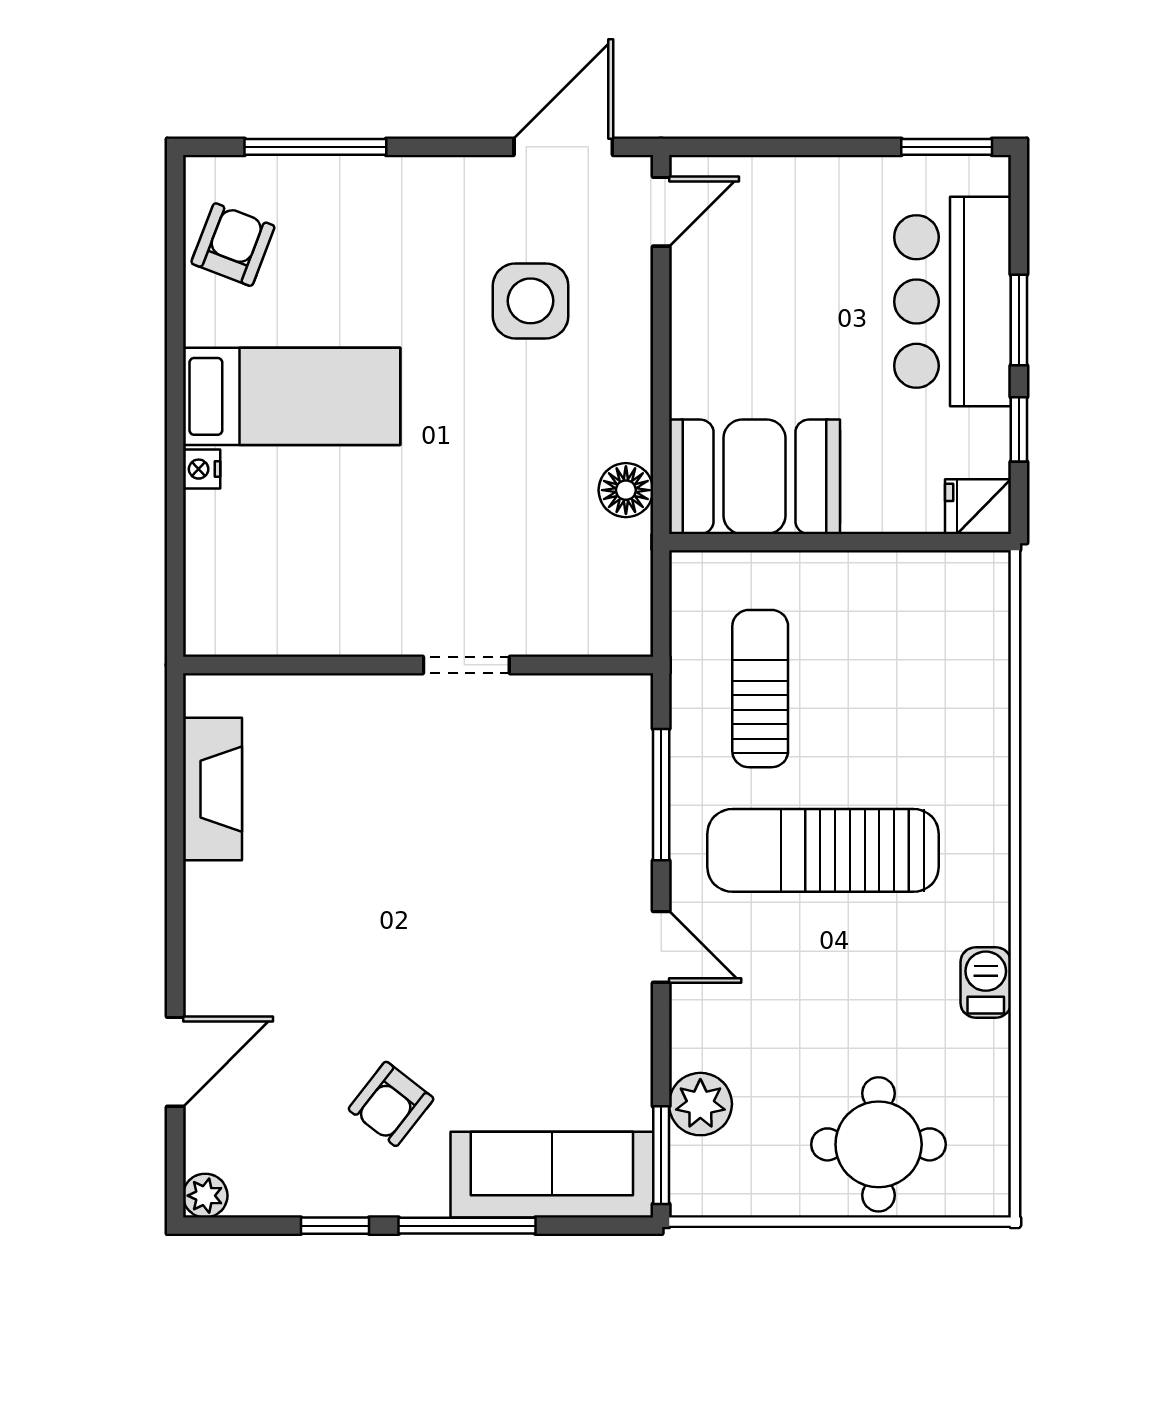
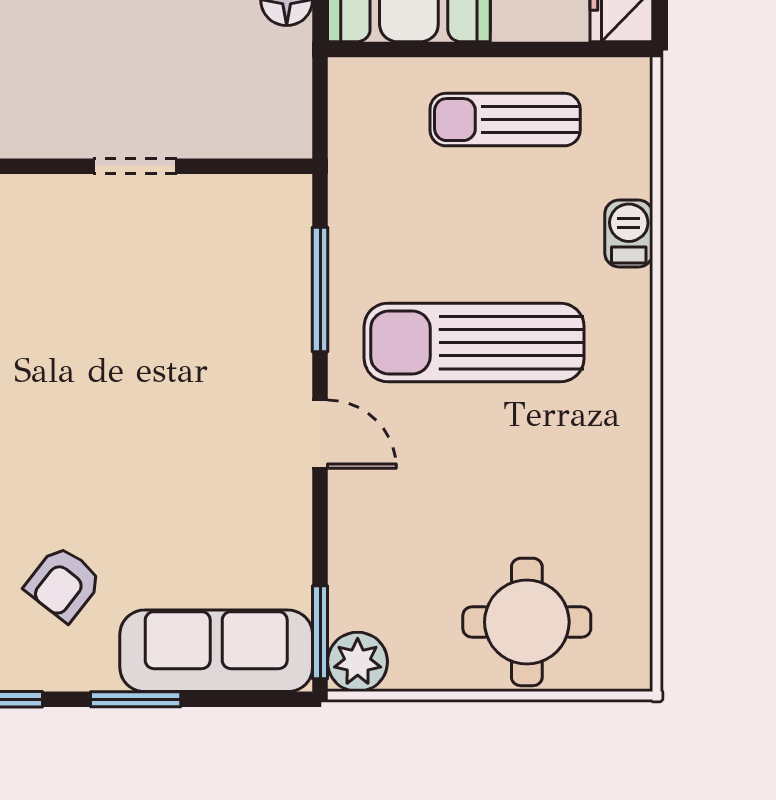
sun lounger: (760, 689) -> (505, 120), moved, turned -90
barbecue: (986, 982) -> (629, 233), moved
plant: (700, 1104) -> (358, 662), moved
window: (467, 1226) -> (136, 699), width x0.69

